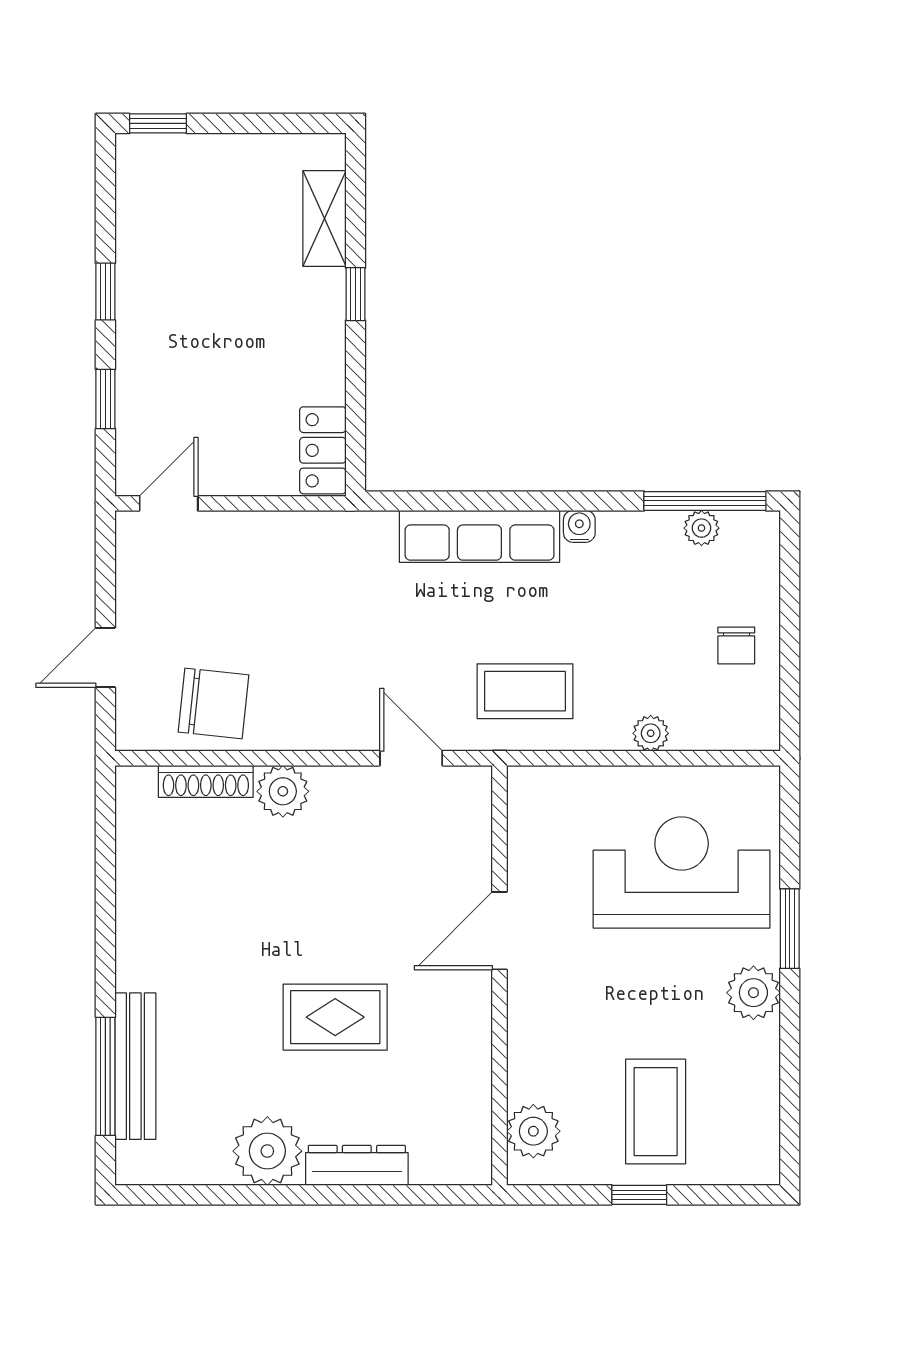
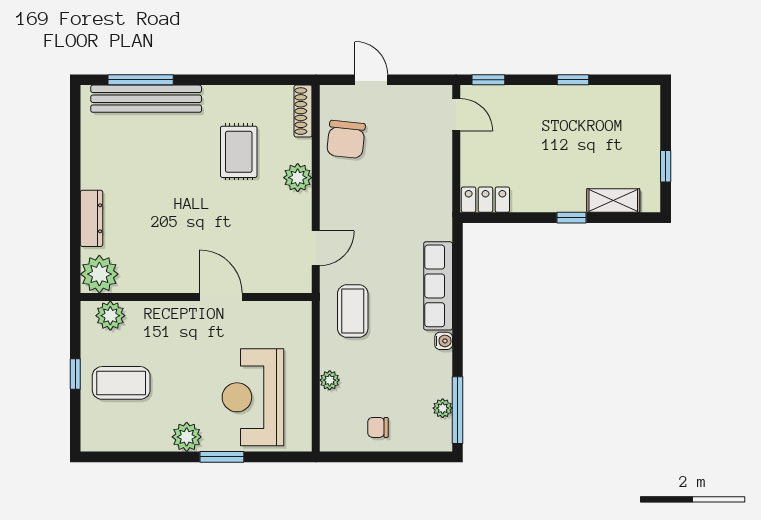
window: (158, 123) -> (666, 166), moved
window: (105, 399) -> (488, 80), moved
shoe rack: (206, 781) -> (303, 111), moved
reception desk: (682, 872) -> (253, 397), turned 180
rug: (335, 1017) -> (239, 152), moved
bench: (135, 1066) -> (146, 99), width x1.37, depth x1.21
plant: (267, 1151) -> (99, 274), moved

